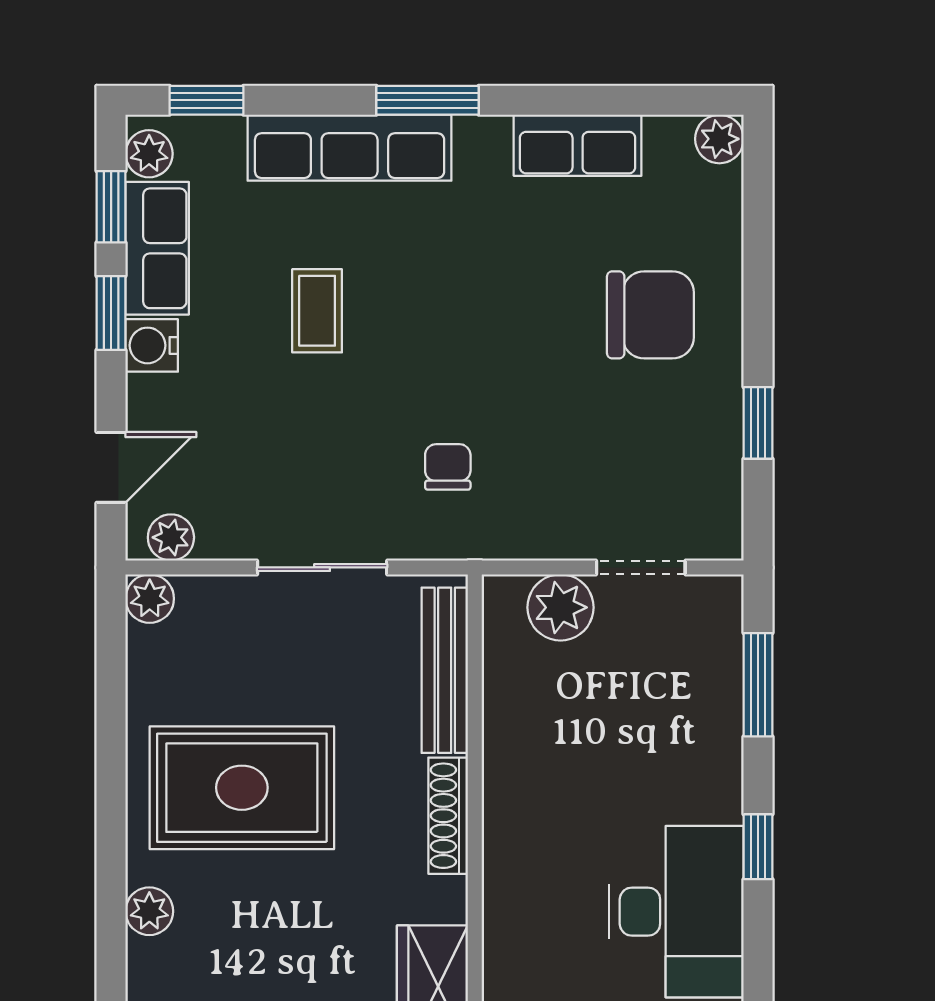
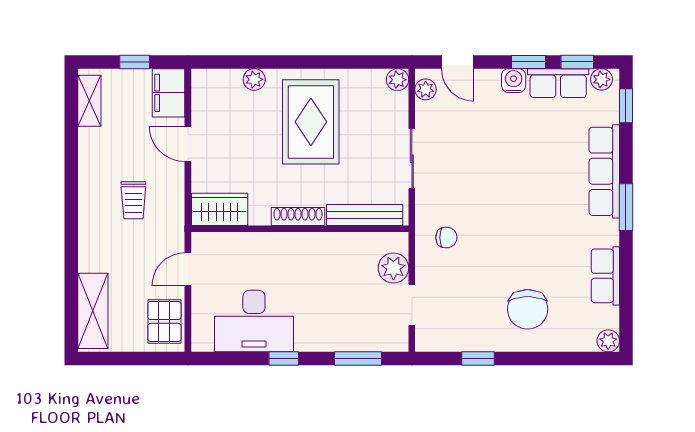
coffee table: (317, 311) -> (529, 156), removed
chair: (448, 467) -> (446, 237), moved

